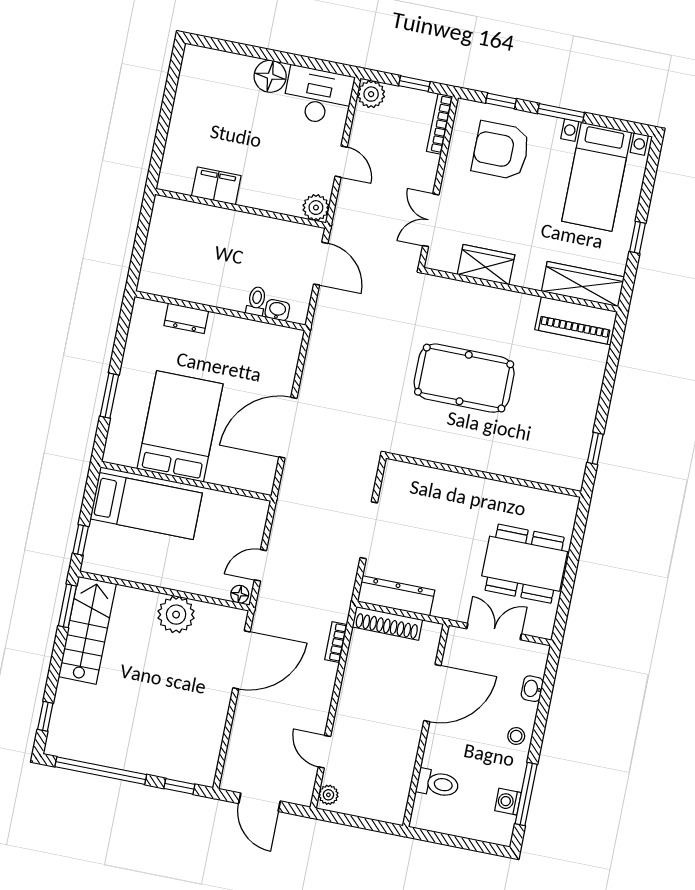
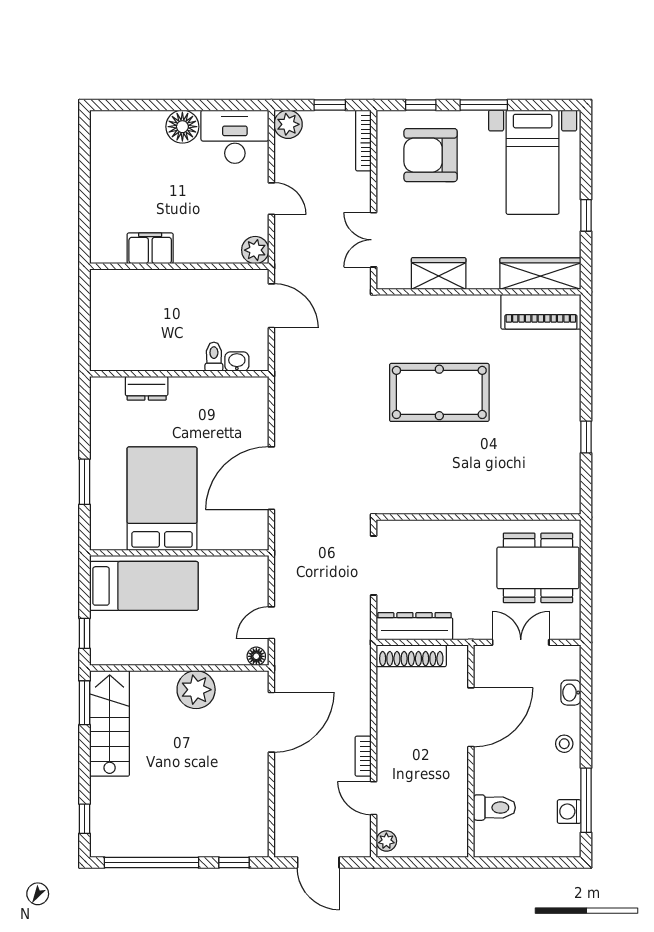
wall: (484, 475) -> (479, 517), moved
bookcase: (336, 642) -> (363, 756), moved

